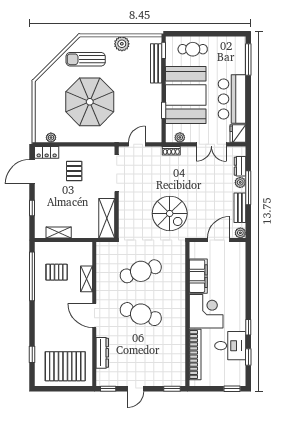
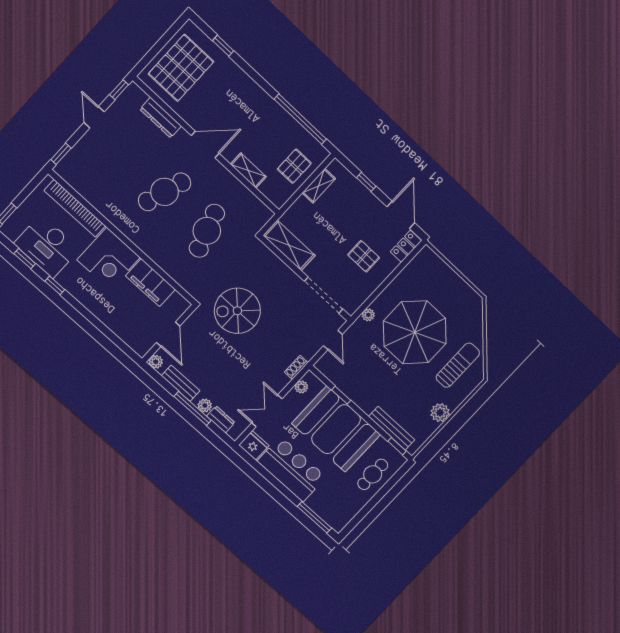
plant: (51, 138) -> (368, 315), moved
pallet: (57, 272) -> (294, 166), moved
desk: (230, 346) -> (47, 246), width x1.37

